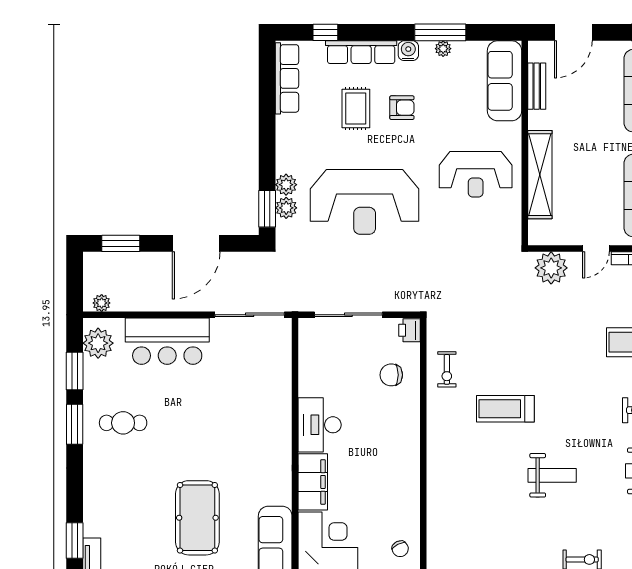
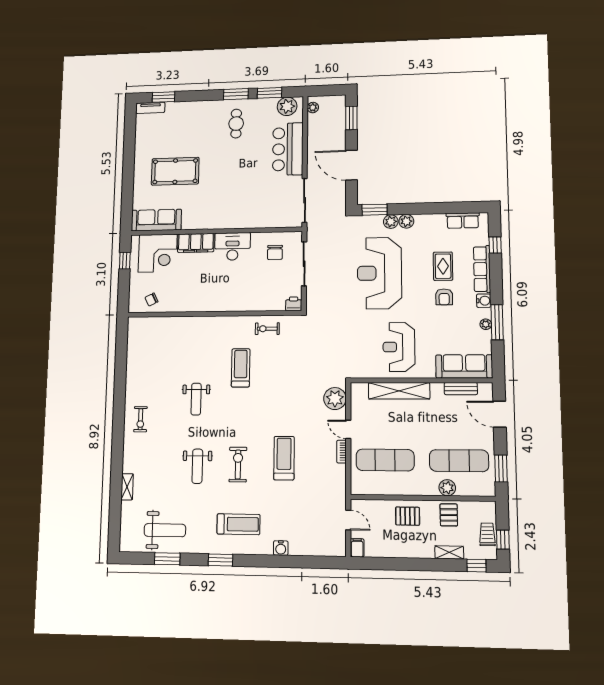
row of seats: (287, 78) -> (463, 220), width x0.68
rug: (356, 108) -> (443, 266), turned 90
plant: (286, 208) -> (406, 221), moved
chair: (391, 375) -> (275, 252), moved, turned 180

